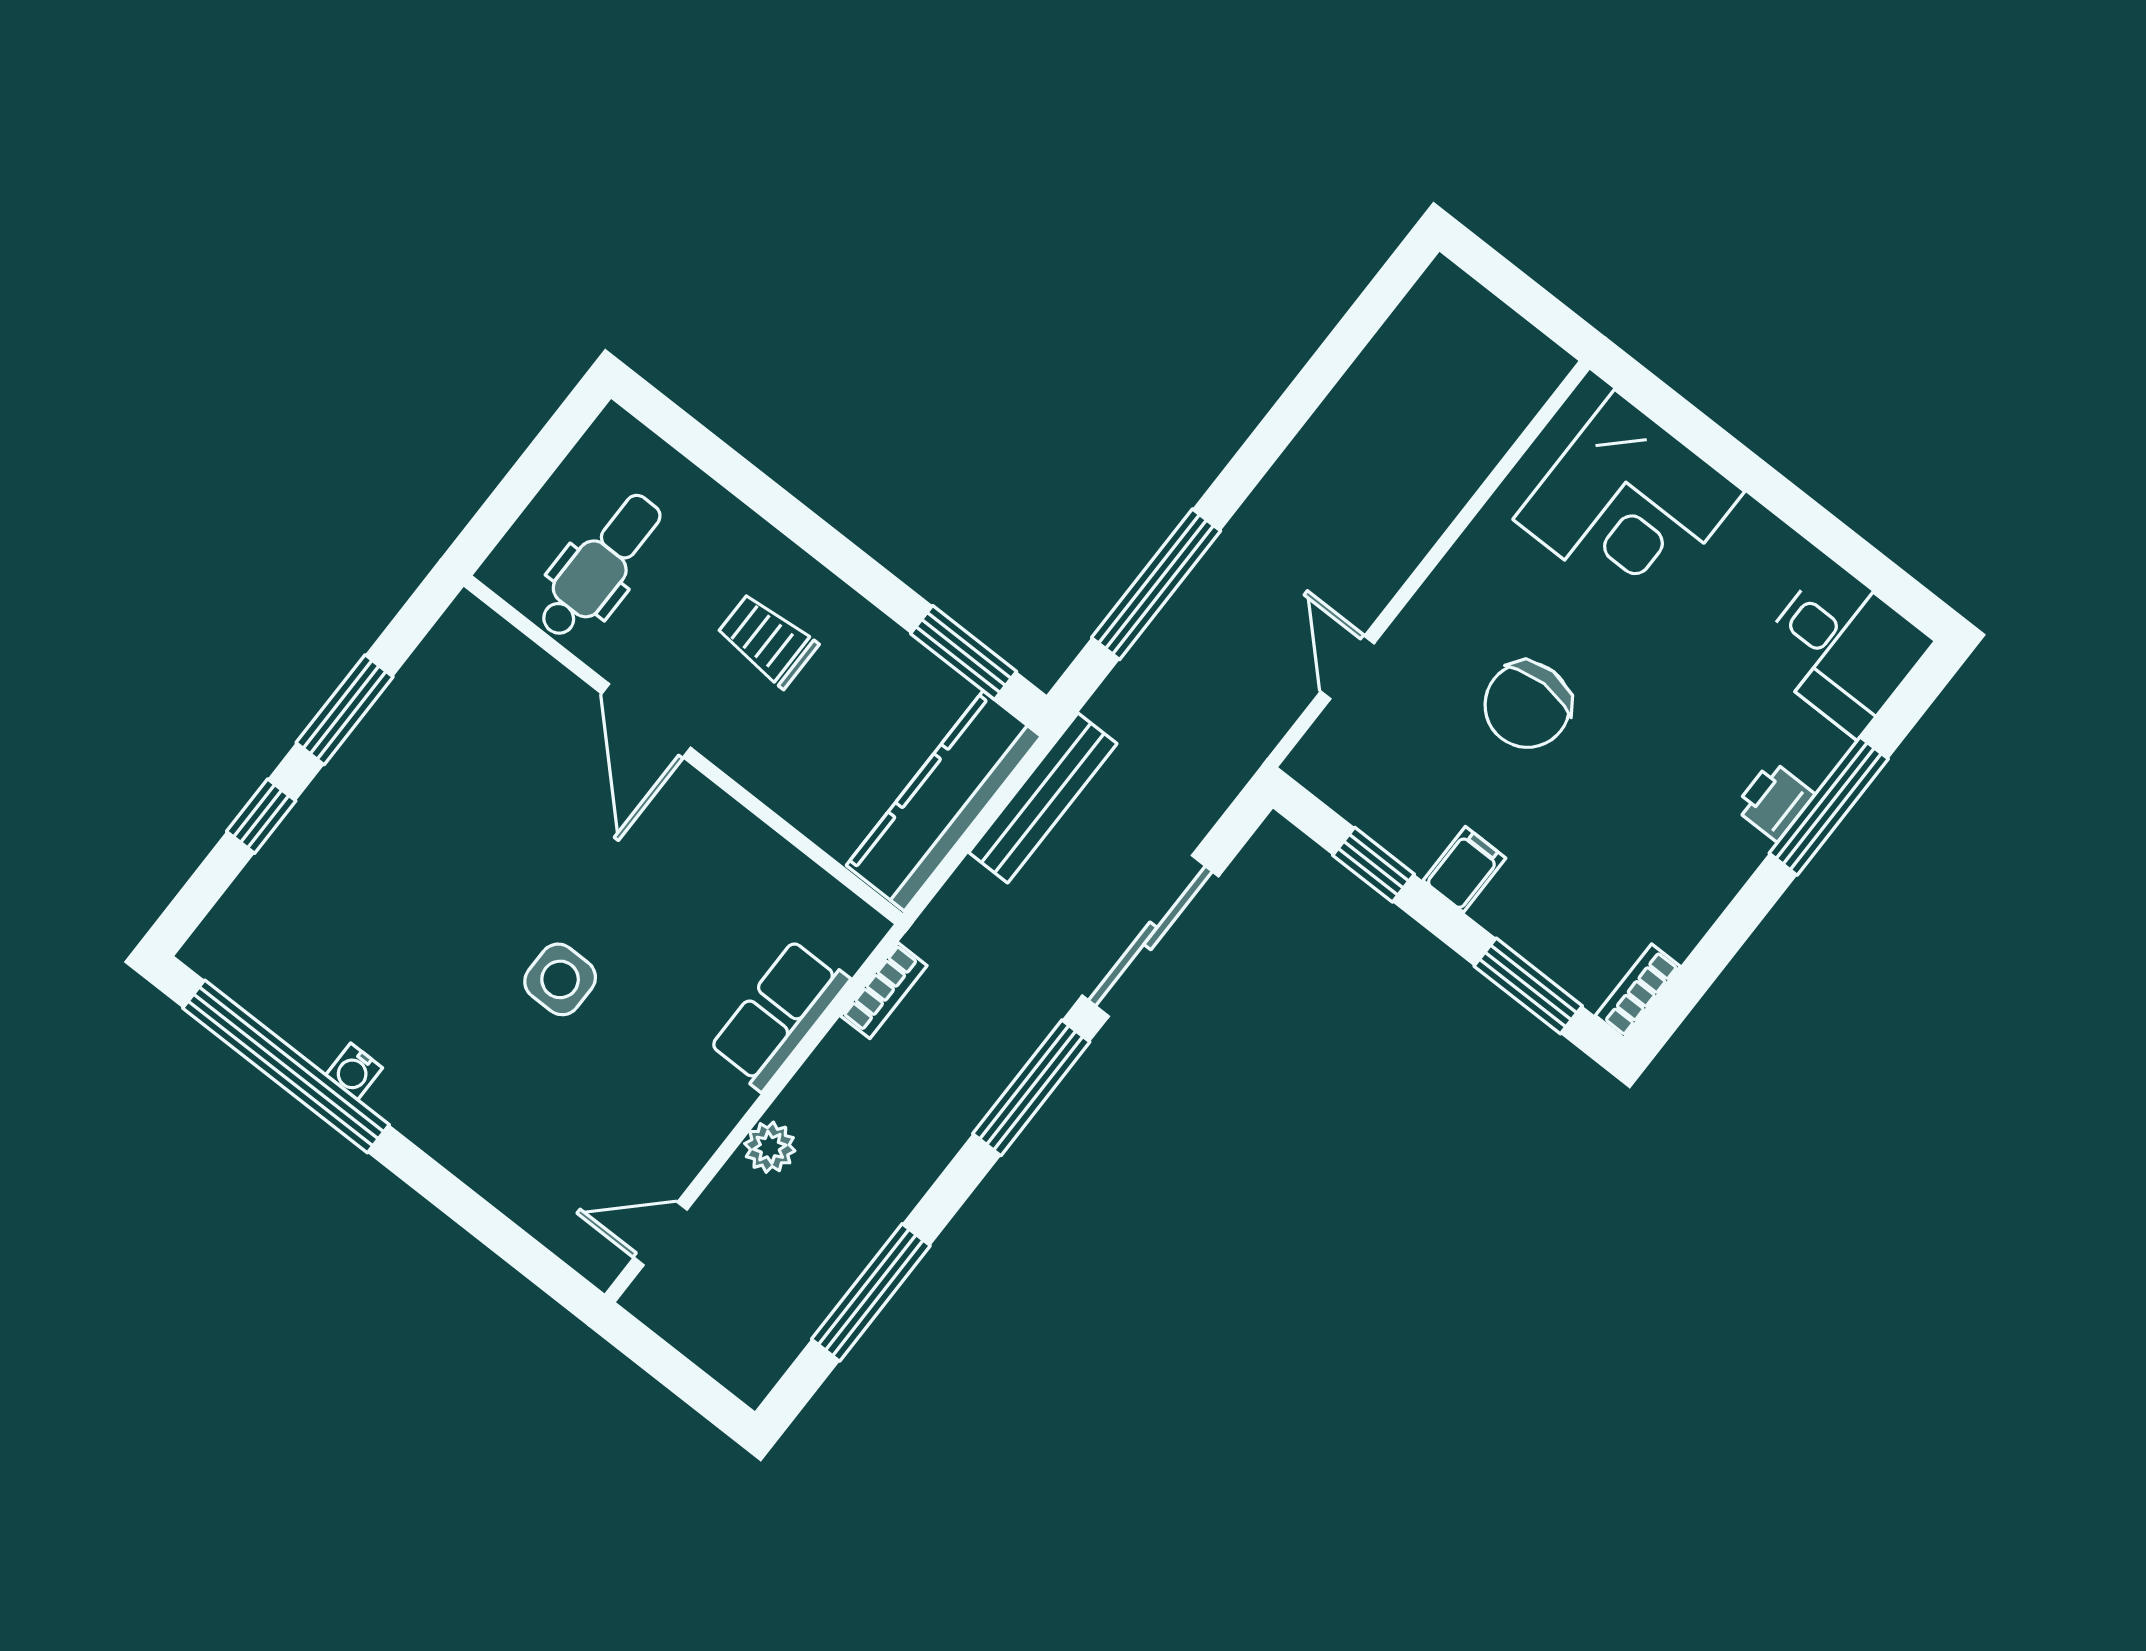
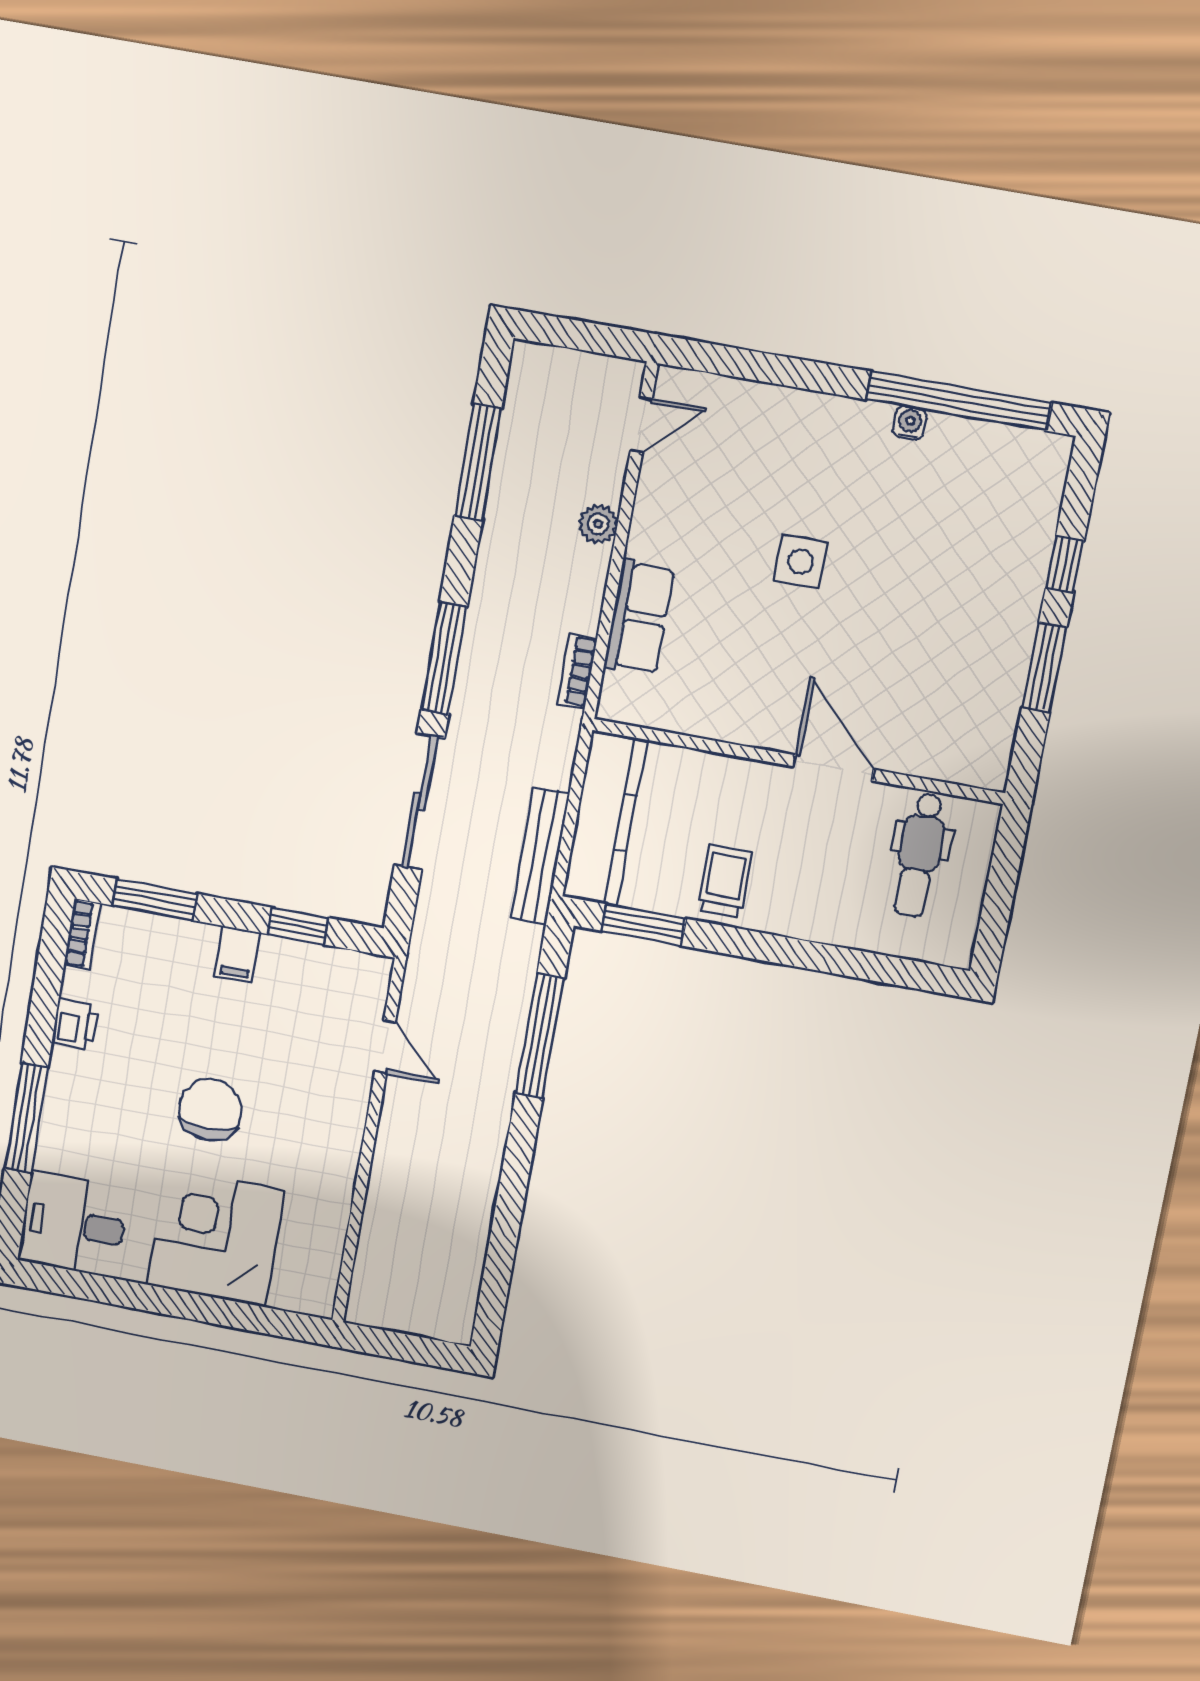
corner desk: (1629, 505) -> (216, 1237), moved
trolley: (767, 640) -> (725, 881), moved, turned -90
chair: (1527, 705) -> (210, 1110), moved
printer: (1774, 801) -> (75, 1024), moved

